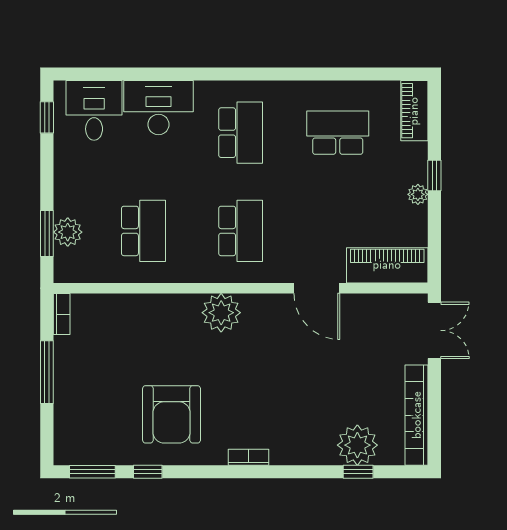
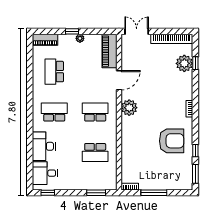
school desk: (143, 231) -> (95, 153), turned 180
plant: (68, 232) -> (96, 184), removed
plant: (221, 313) -> (129, 108), moved

